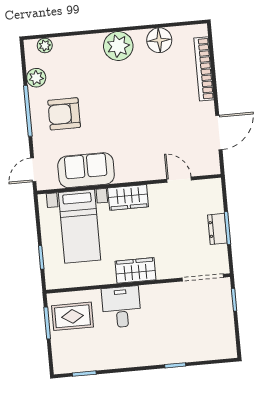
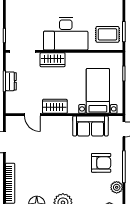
wardrobe: (128, 197) -> (55, 106), moved
wardrobe: (135, 270) -> (53, 60), moved
desk: (121, 307) -> (66, 34), width x1.87, depth x1.30

